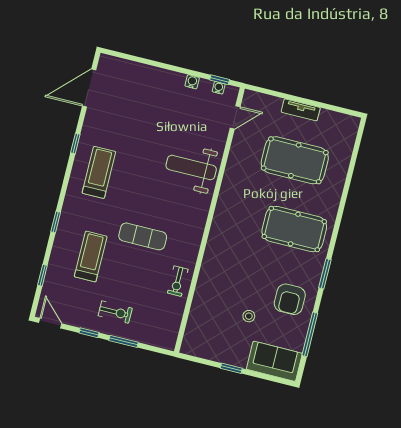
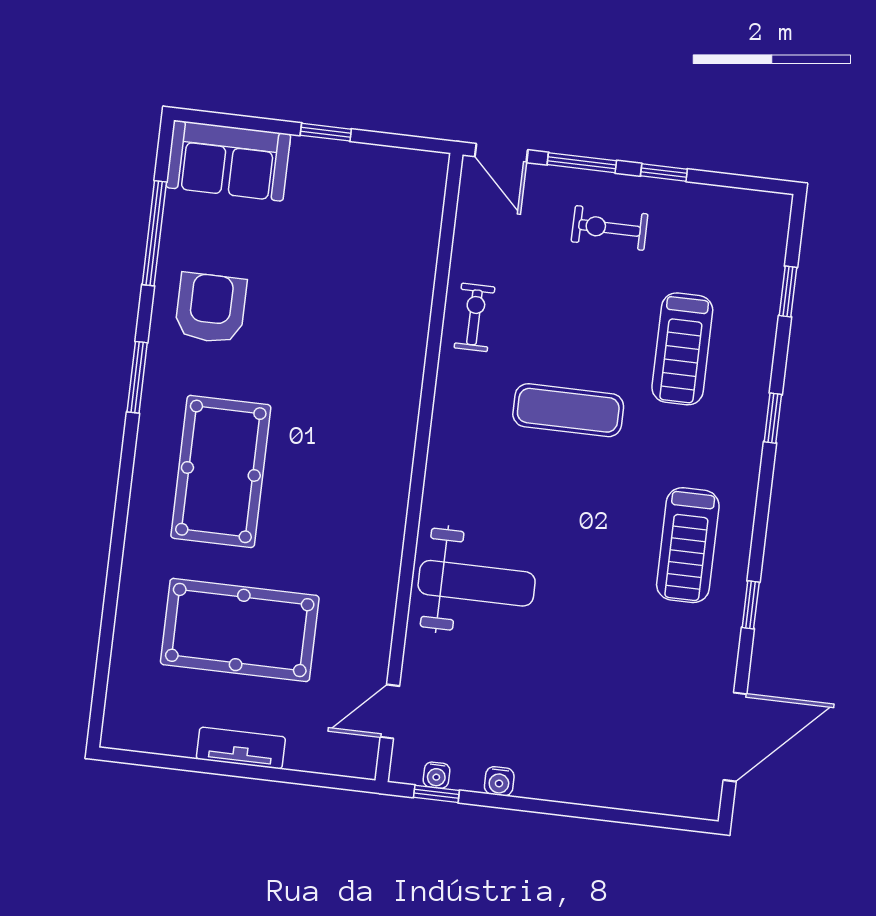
pool table: (294, 229) -> (221, 471), turned 90
stool: (249, 316) -> (300, 257), removed
door: (50, 323) -> (501, 153), moved

